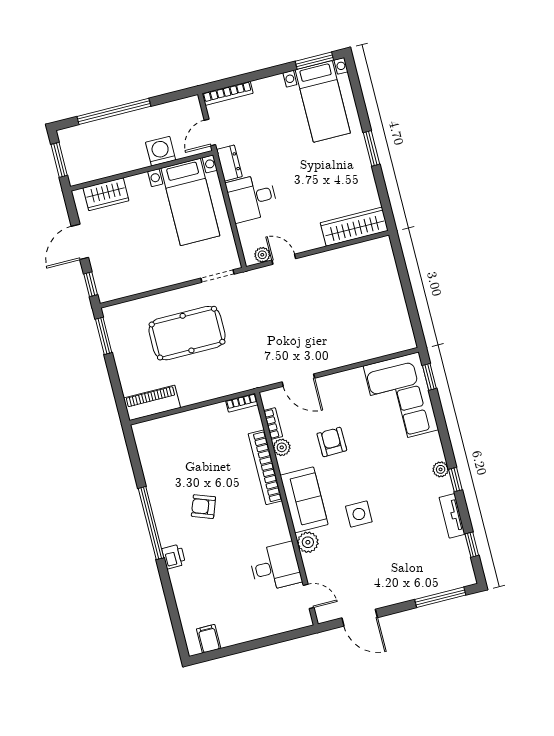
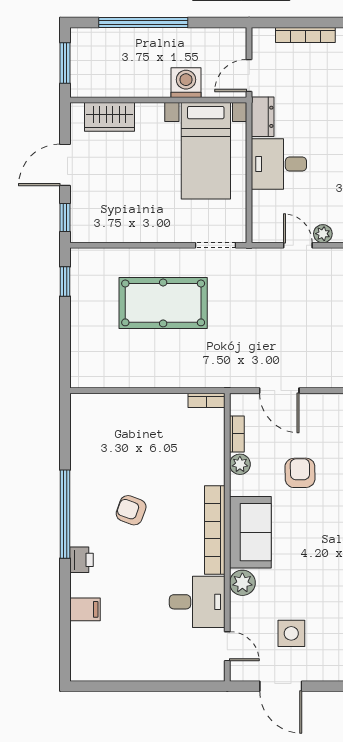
bookcase: (228, 93) -> (305, 35), moved
plant: (262, 255) -> (323, 234), moved
window: (104, 336) -> (65, 282), width x0.67
piano: (152, 403) -> (102, 374), removed
bookcase: (265, 467) -> (215, 530), moved
side table: (359, 514) -> (291, 633), moved
filing cabinet: (209, 639) -> (85, 609), moved, turned 90

